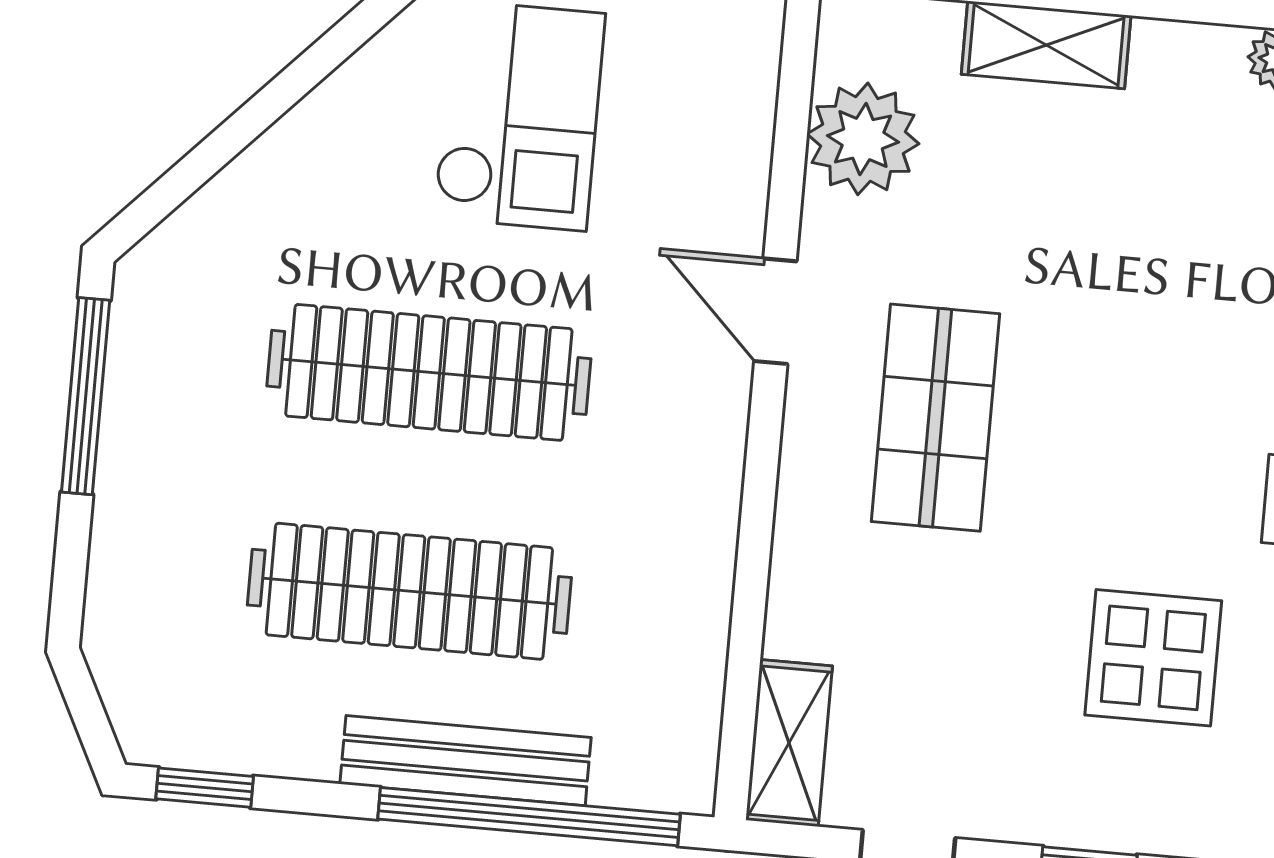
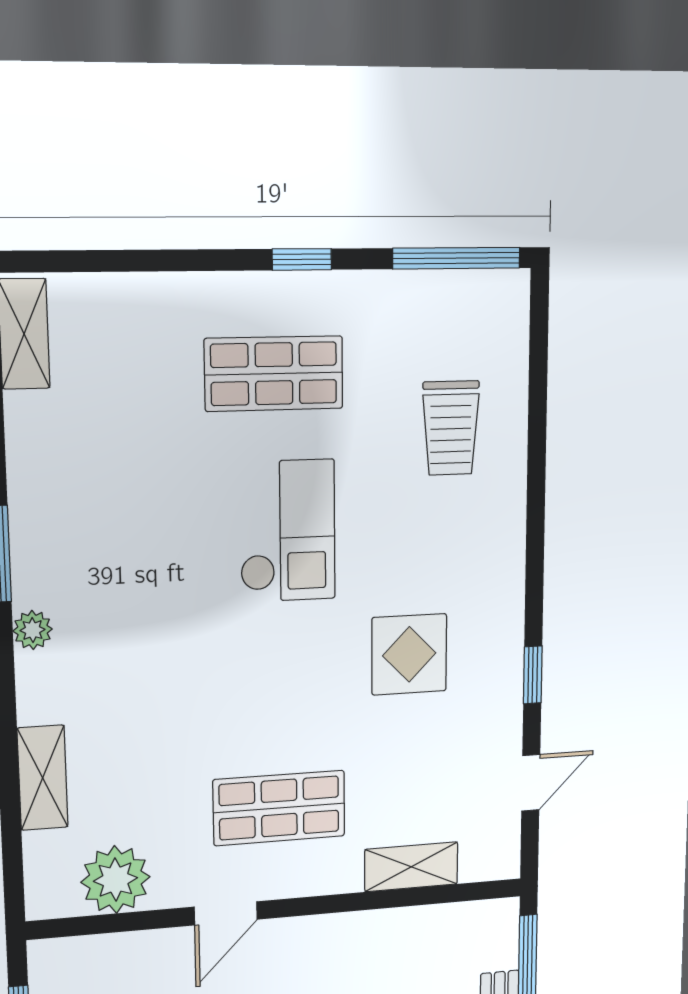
shelving: (789, 743) -> (411, 867), moved

